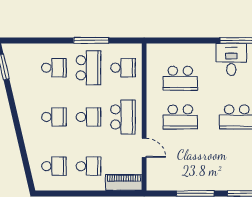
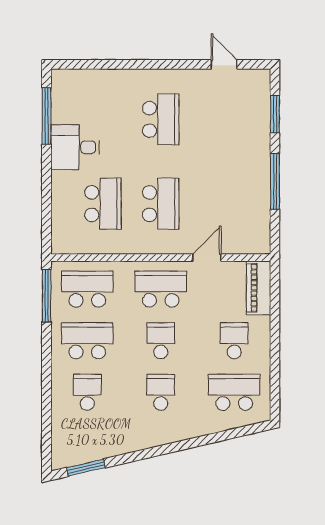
window: (91, 40) -> (46, 296), moved
desk: (231, 60) -> (75, 147), moved
school desk: (123, 68) -> (87, 289), width x1.85
school desk: (54, 166) -> (234, 392), width x1.85

